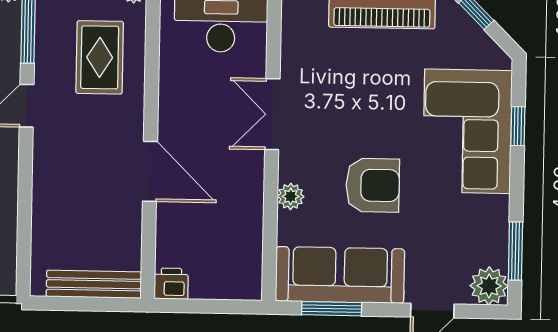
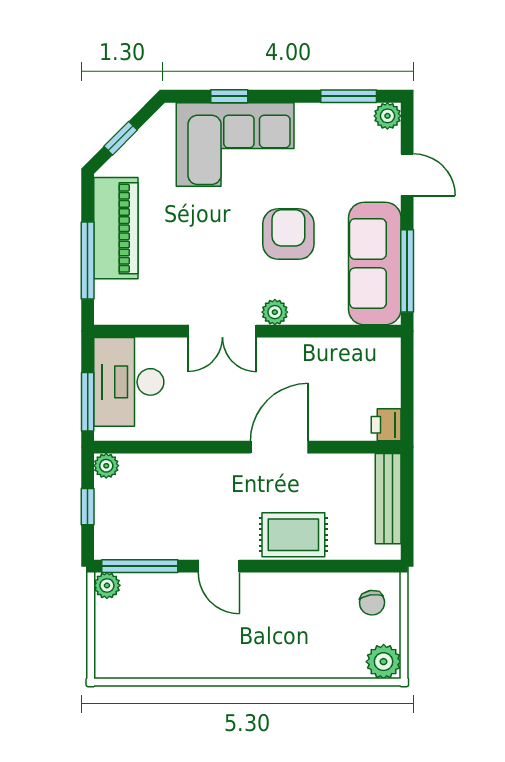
rug: (100, 57) -> (293, 535), moved
plant: (291, 196) -> (275, 312), moved
plant: (489, 286) -> (387, 116), width x0.73, depth x0.73
window: (332, 309) -> (407, 271), width x1.44

